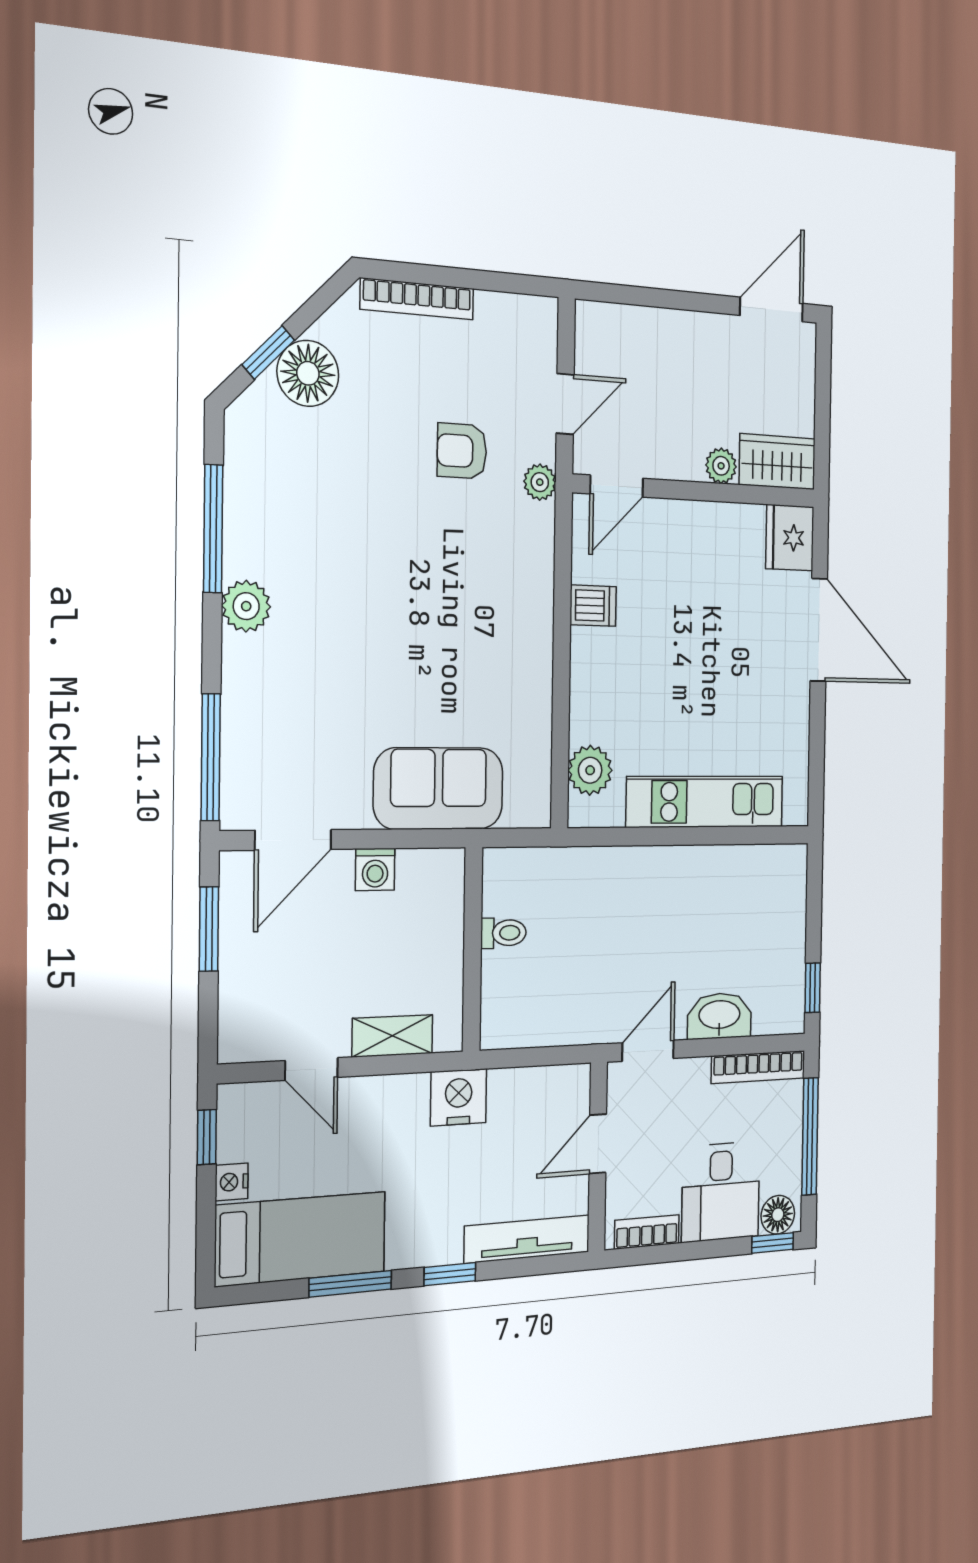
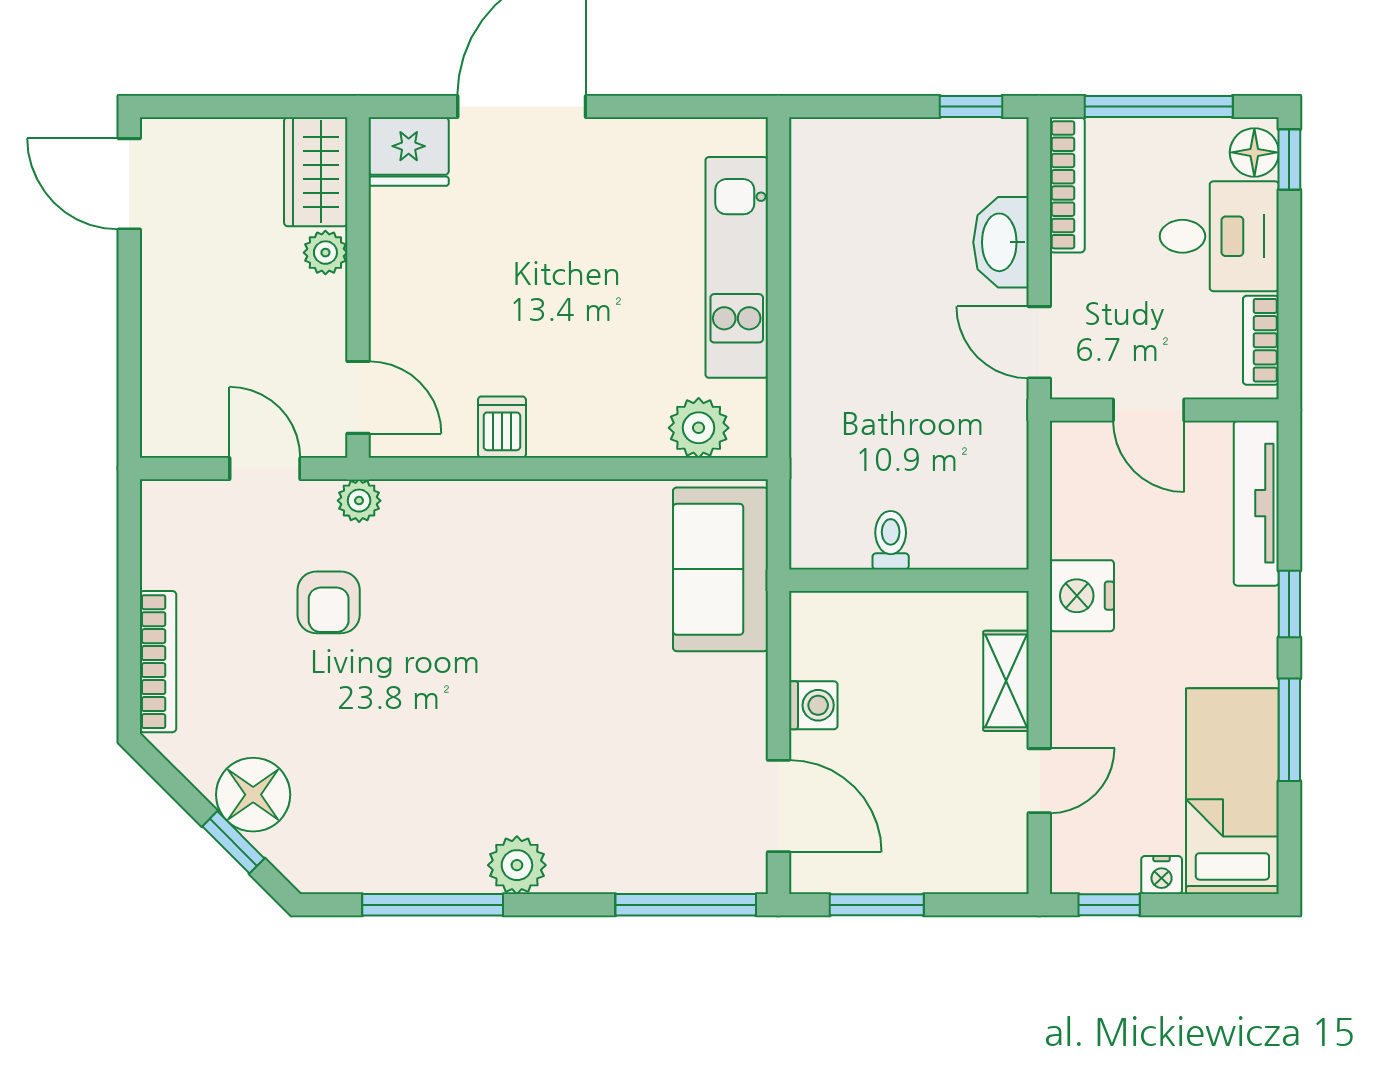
sofa: (439, 789) -> (720, 569), moved

